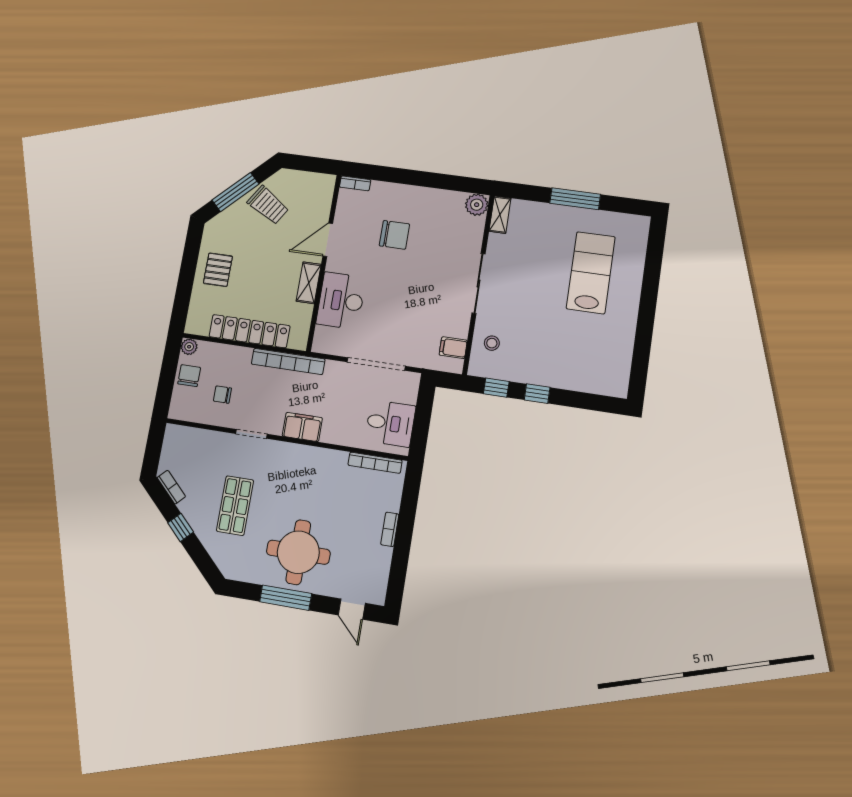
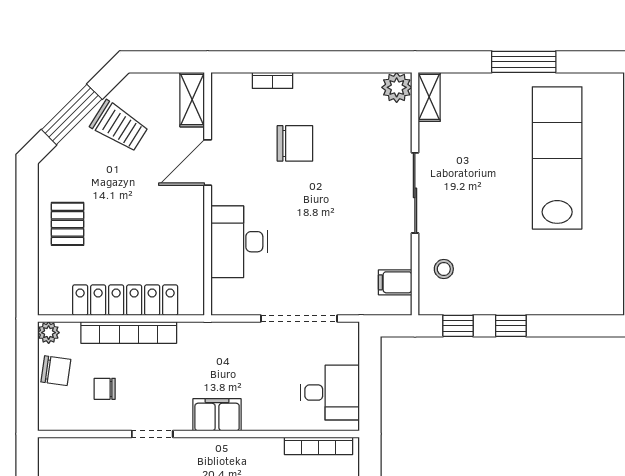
bookcase: (355, 183) -> (273, 80), moved
lab bench: (591, 273) -> (557, 158), width x1.36
shelving: (309, 283) -> (192, 100), moved
bookcase: (288, 362) -> (129, 332), moved
chair: (189, 376) -> (56, 371), turned 98

